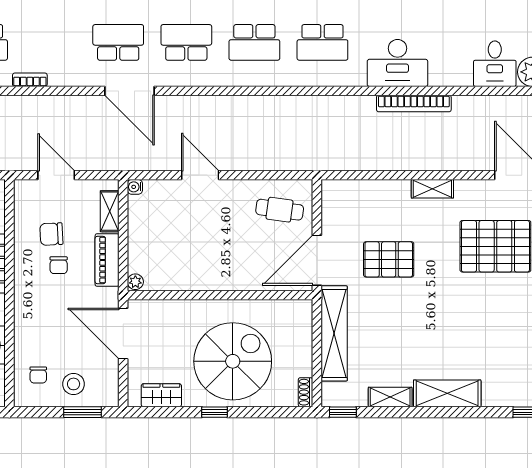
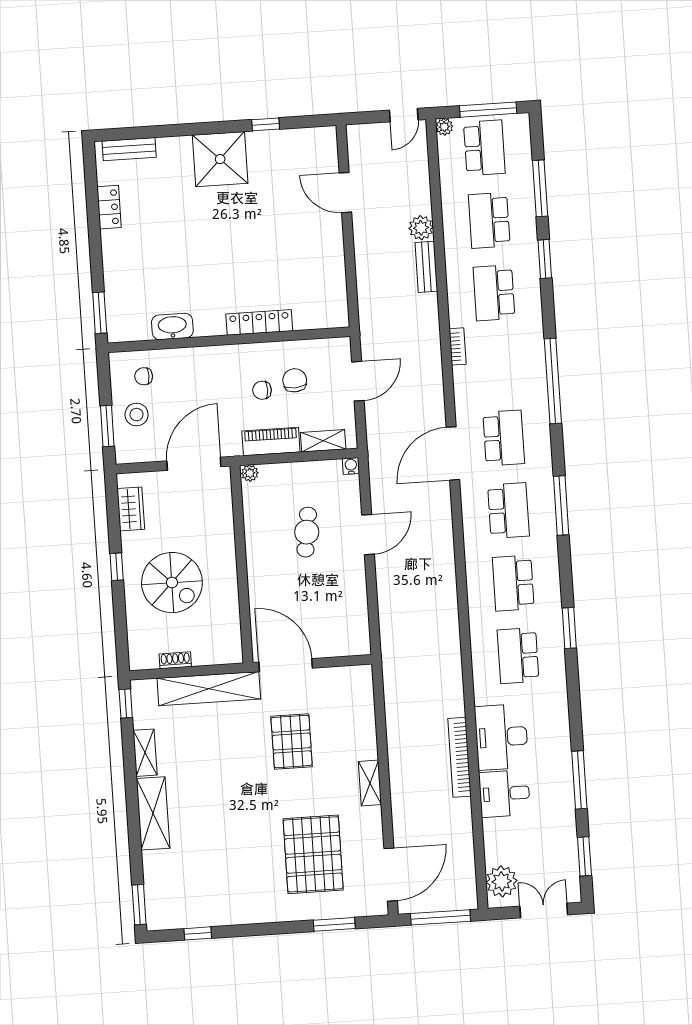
desk: (495, 64) -> (504, 794), moved
cafe table: (280, 210) -> (307, 532), moved
spiral stairs: (233, 361) -> (172, 583), width x0.73, depth x0.73
shoe rack: (306, 392) -> (175, 660), moved

